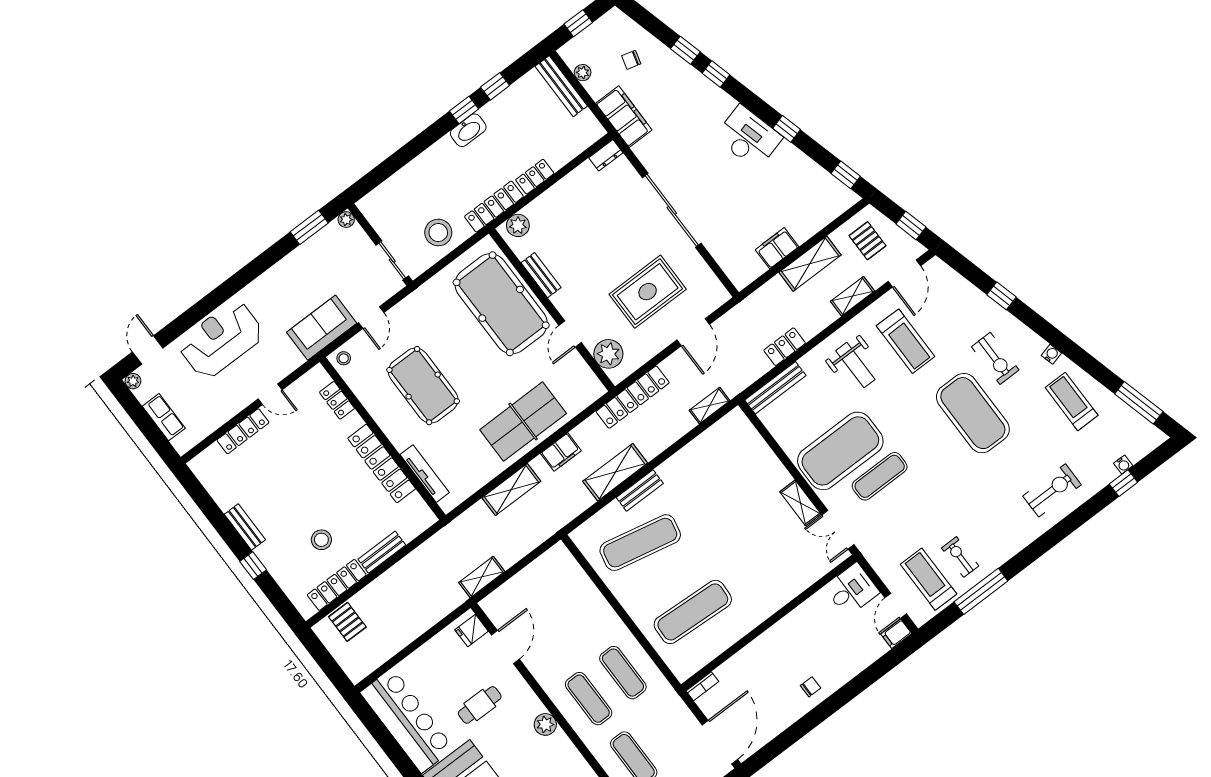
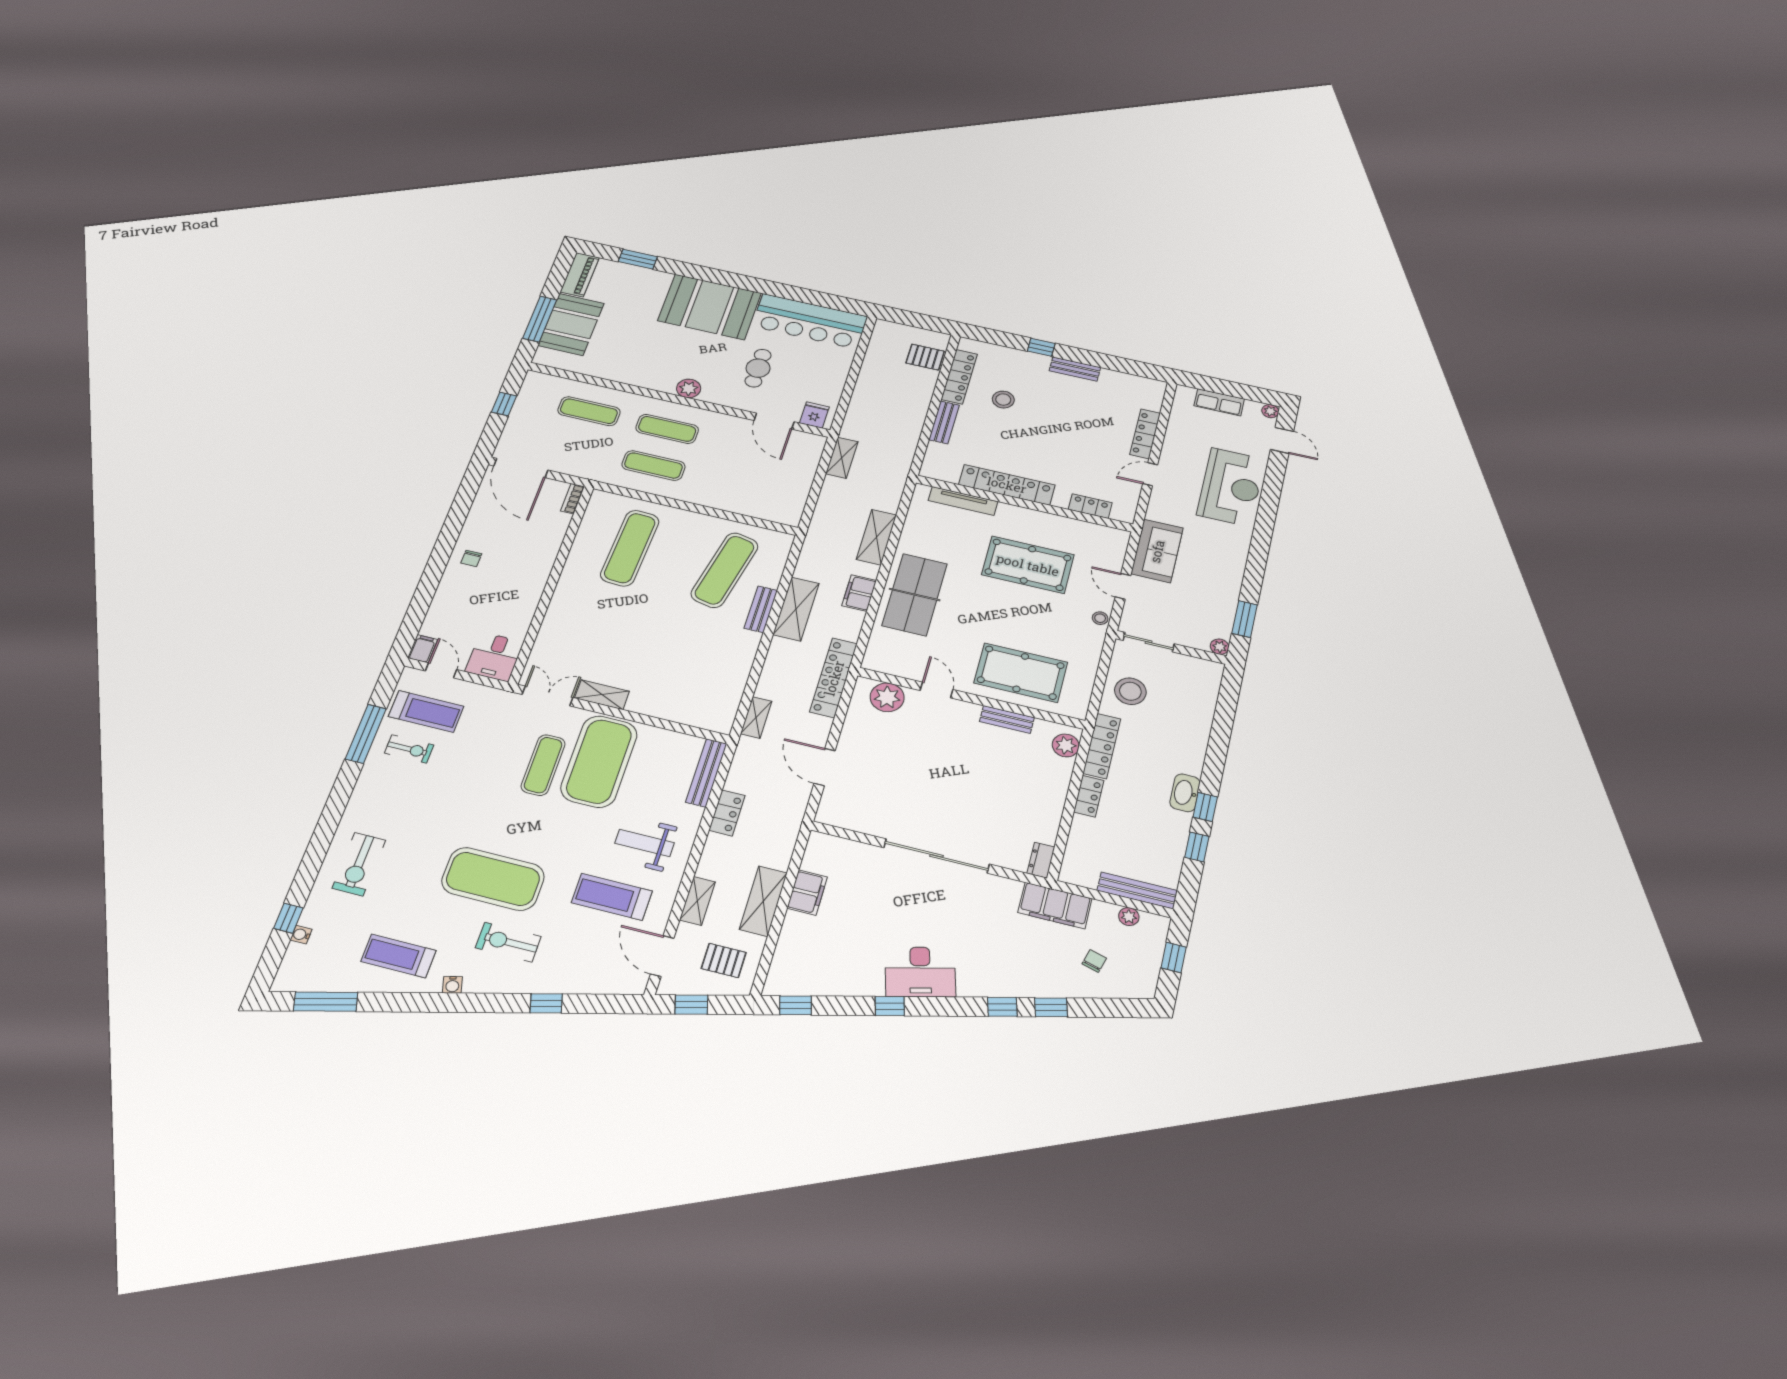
rug: (648, 292) -> (897, 772), removed
pool table: (501, 304) -> (1021, 673), width x0.73, depth x0.76
stool: (344, 358) -> (1100, 618), moved
treadmill: (1072, 401) -> (398, 956), turned 180

